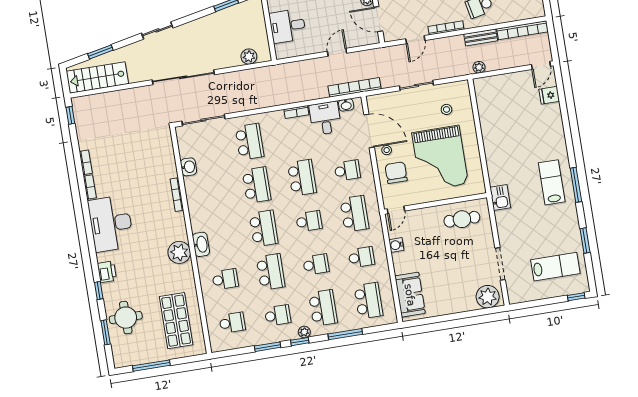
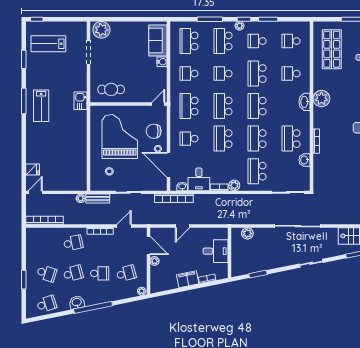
bench: (481, 37) -> (98, 199), moved
plant: (277, 118) -> (234, 185), added
chair: (396, 173) -> (154, 131), turned 91
school desk: (211, 192) -> (291, 139), added
school desk: (309, 221) -> (223, 106), width x1.85
water cooler: (396, 245) -> (162, 62), moved

